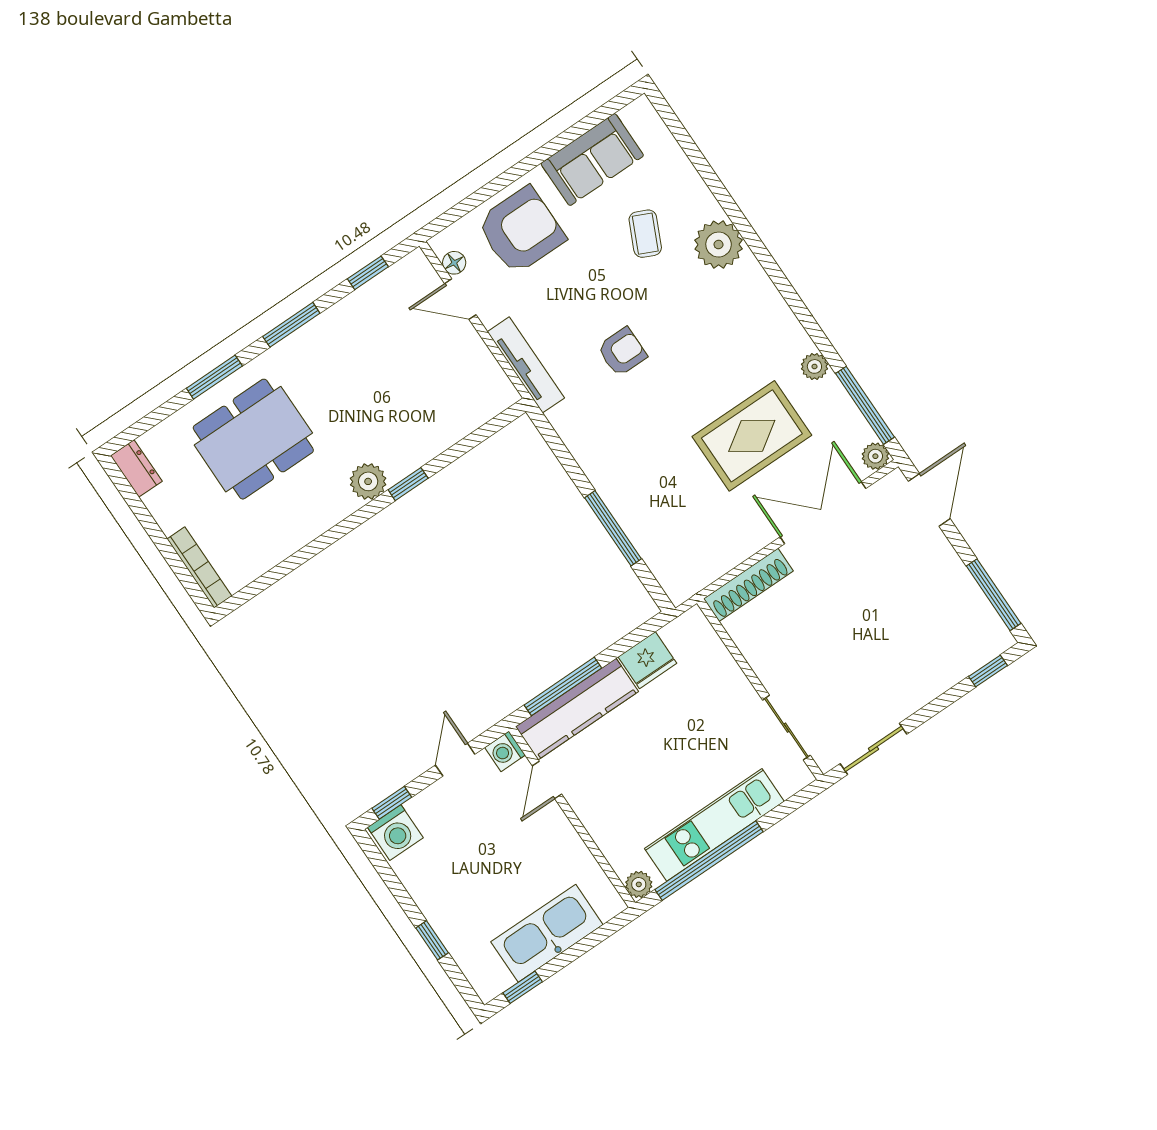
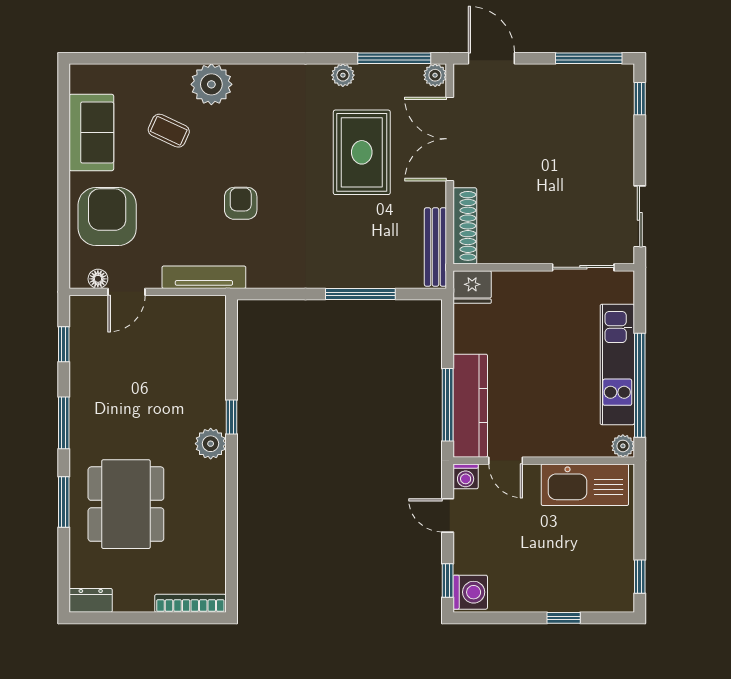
bench: (708, 570) -> (435, 247), added
fridge: (647, 660) -> (472, 287), moved, turned 90
kitchen sink: (547, 933) -> (585, 485), moved, turned -90

